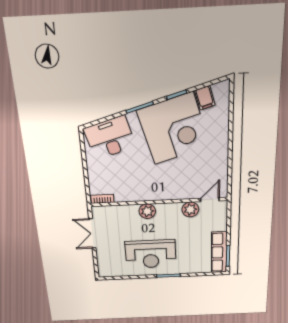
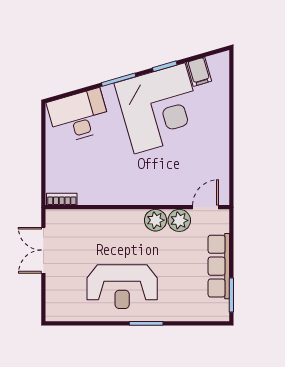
plant: (147, 211) -> (155, 220), moved
row of seats: (219, 252) -> (219, 266), moved

